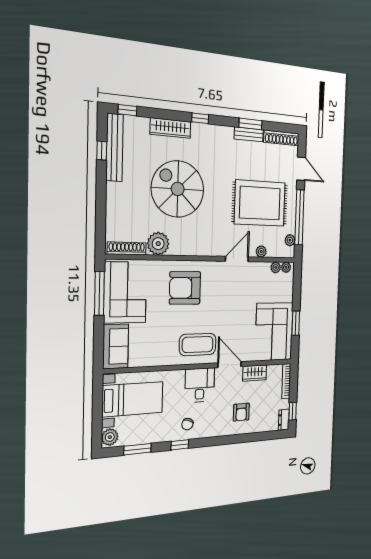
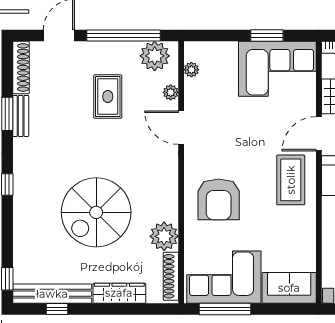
wardrobe: (170, 128) -> (119, 293), moved, turned -90
rug: (260, 203) -> (108, 97), width x0.54, depth x0.49
plant: (290, 240) -> (155, 56), width x1.88, depth x1.88
plant: (286, 267) -> (191, 54), removed

